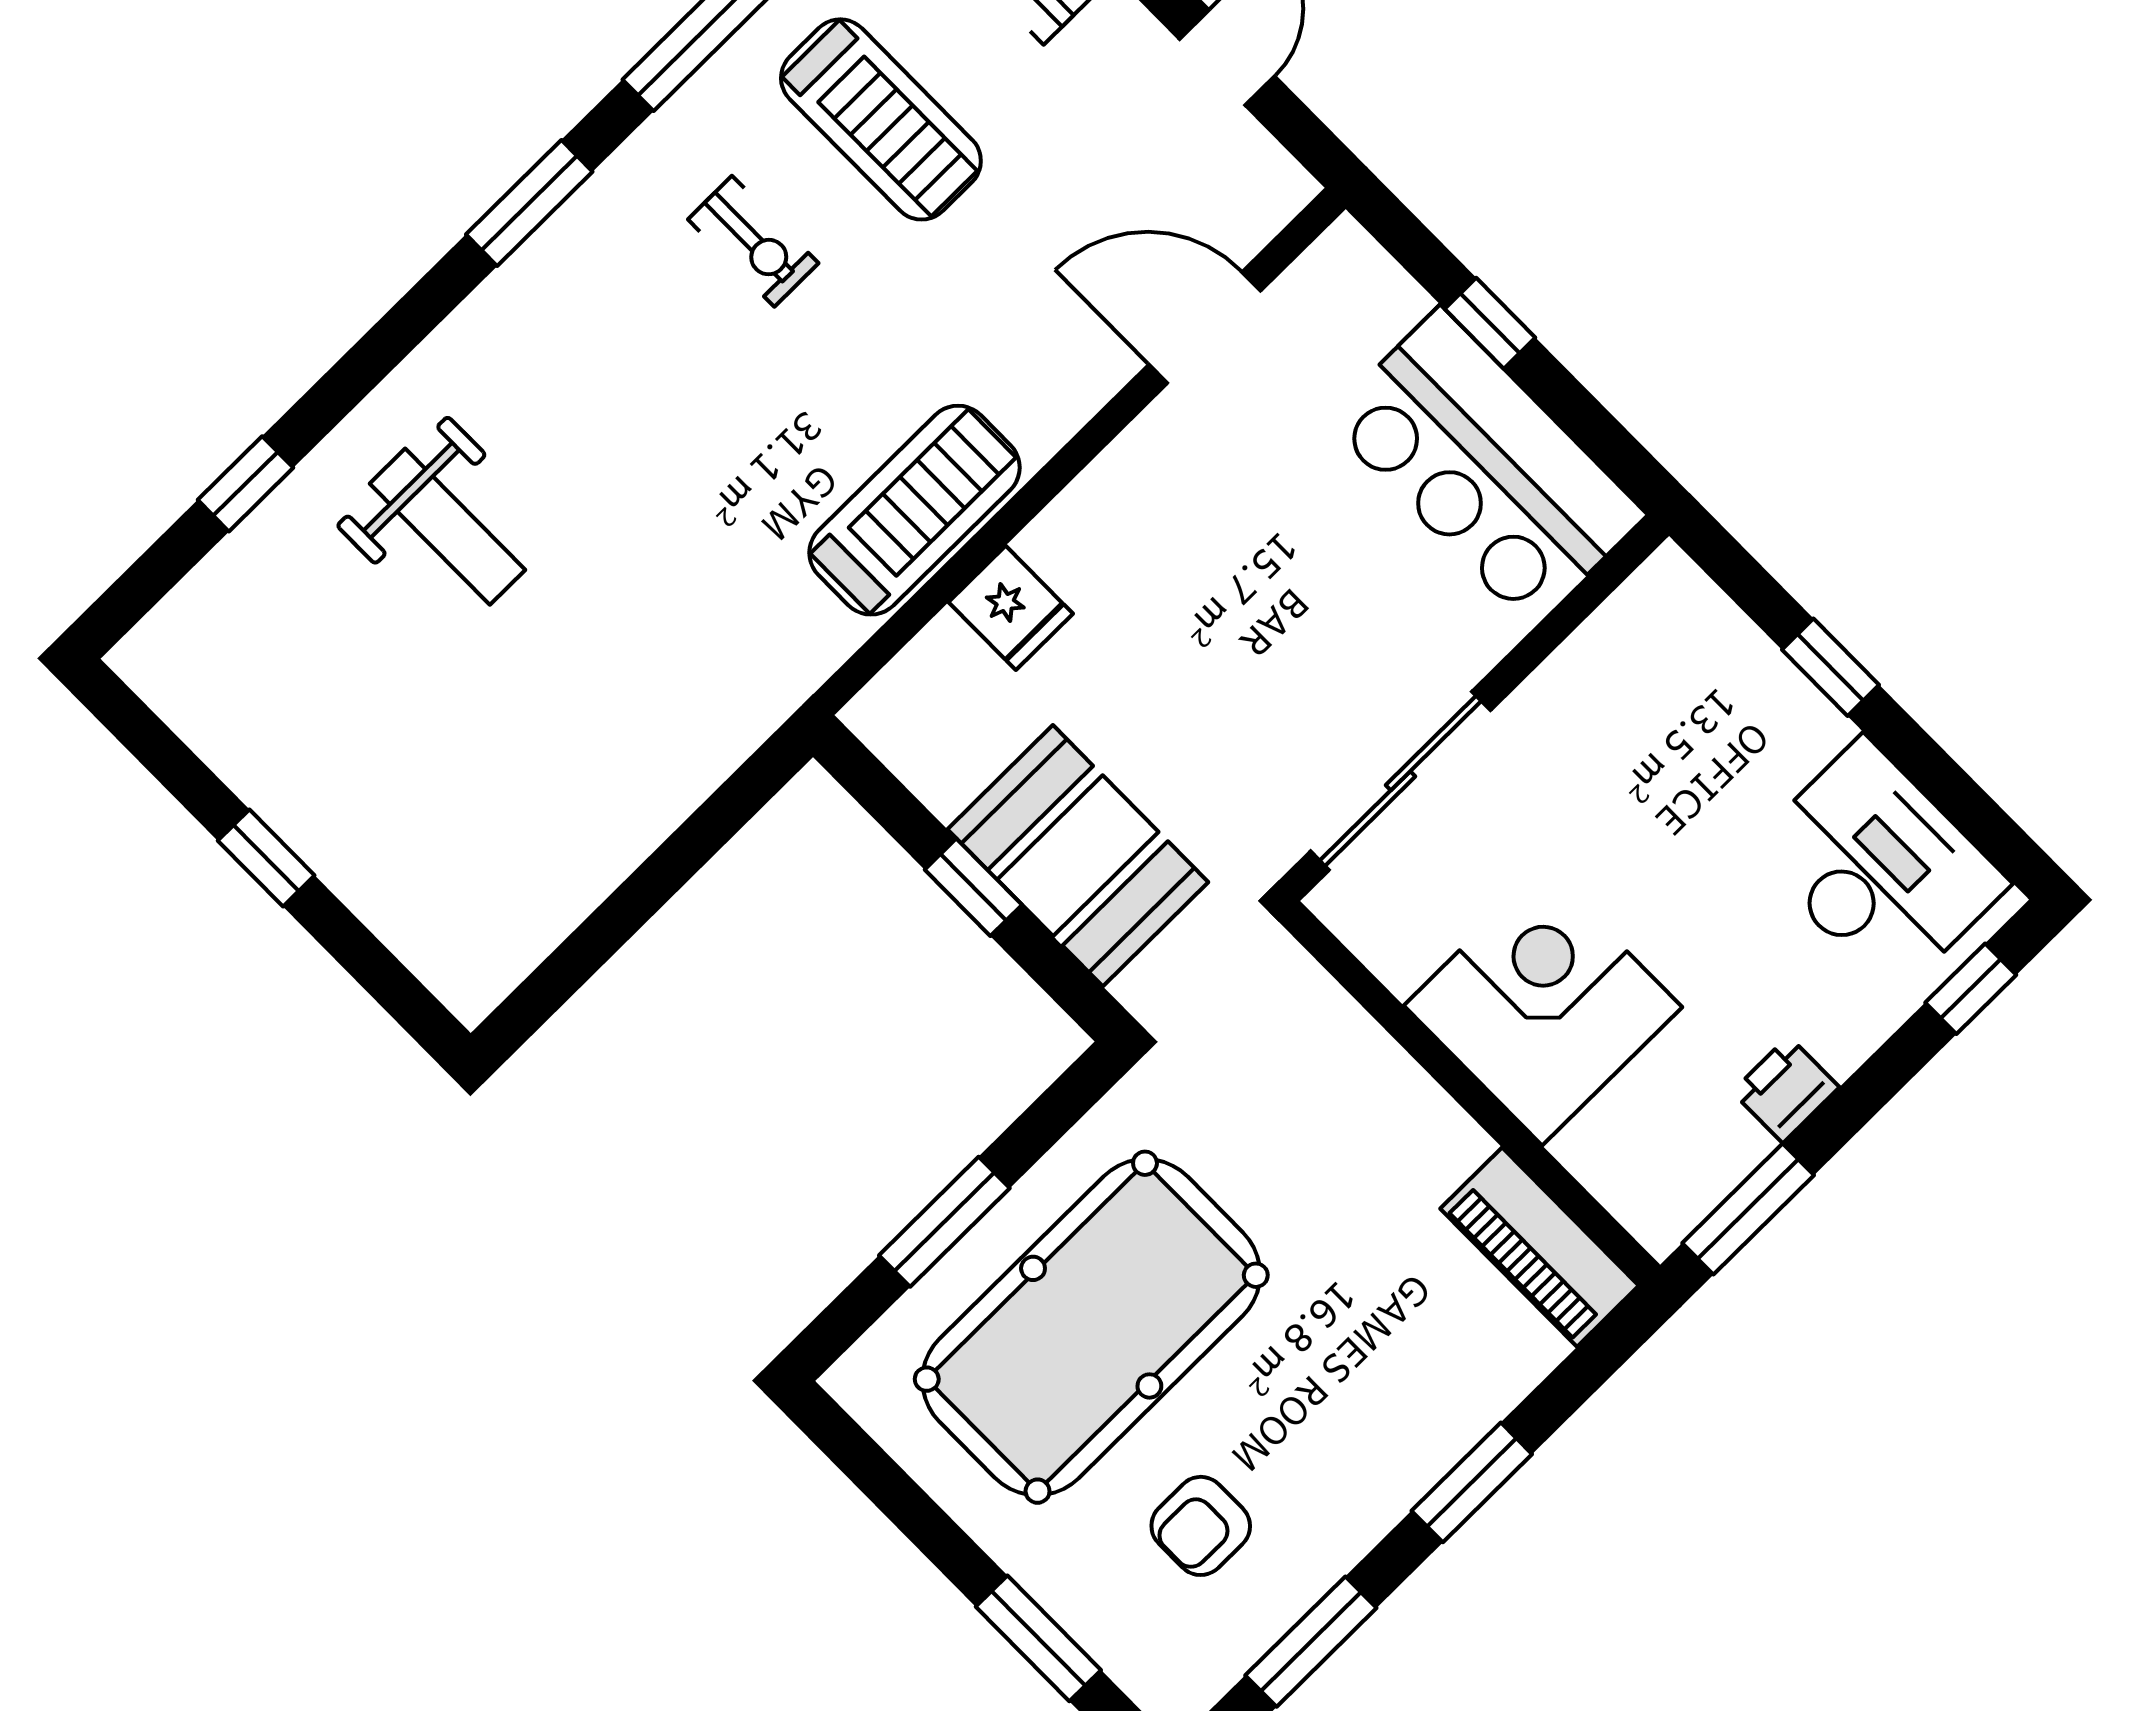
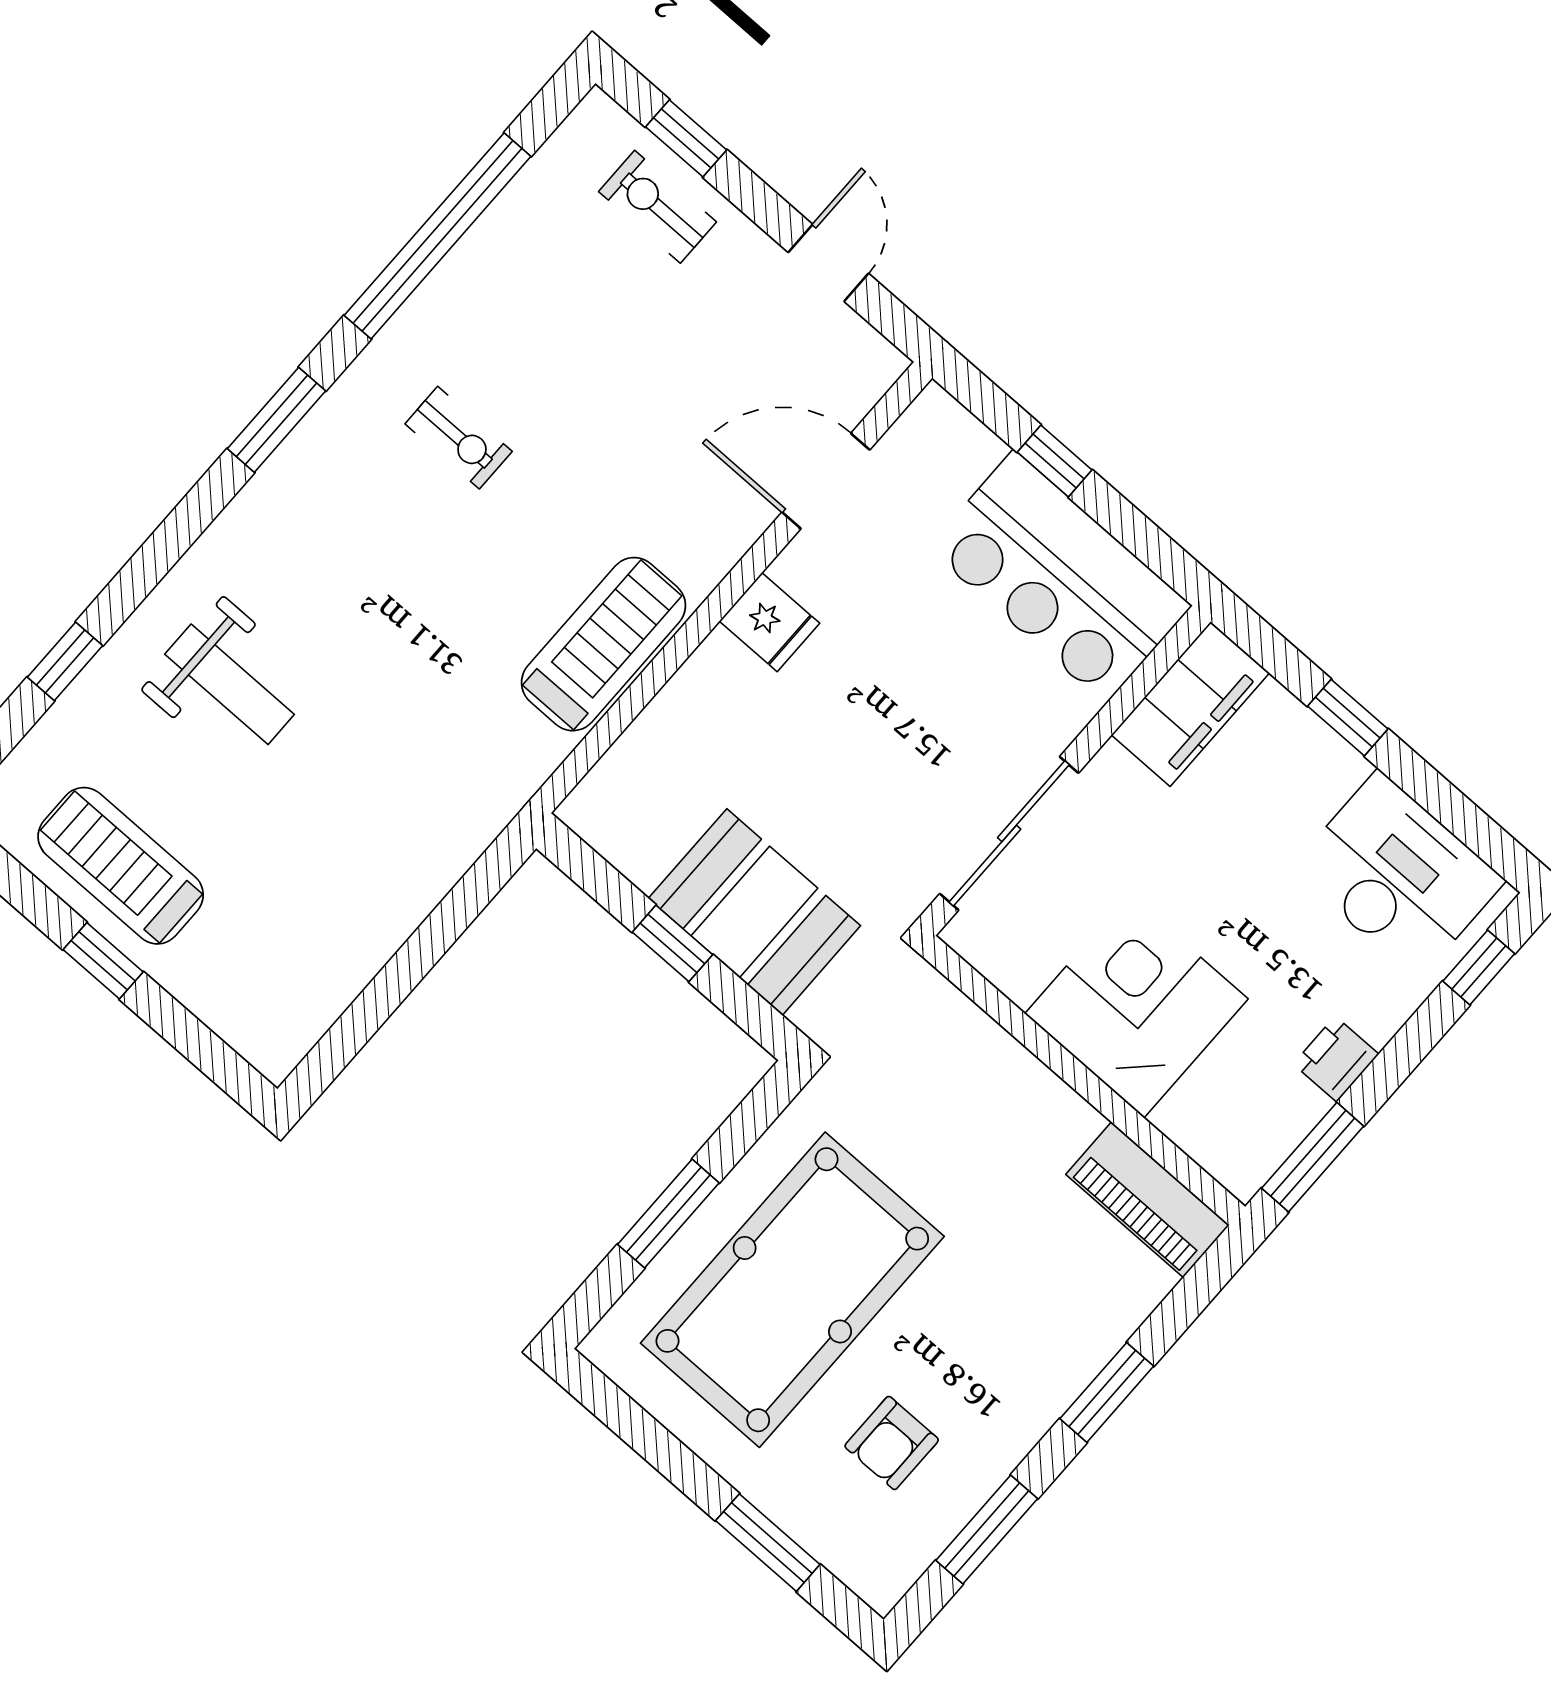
treadmill: (881, 119) -> (121, 866), moved, turned 180
fridge: (1011, 608) -> (769, 622), moved
filing cabinet: (1637, 636) -> (1190, 704), added

